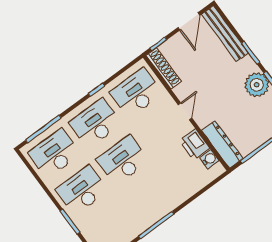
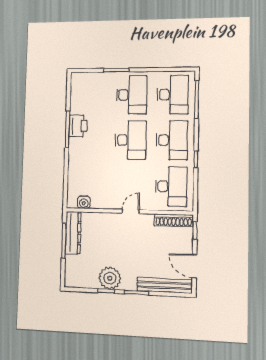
door: (185, 111) -> (131, 211), swing flipped
printer: (195, 144) -> (78, 126), moved, turned 90
dresser: (222, 144) -> (73, 233), moved, turned -90

